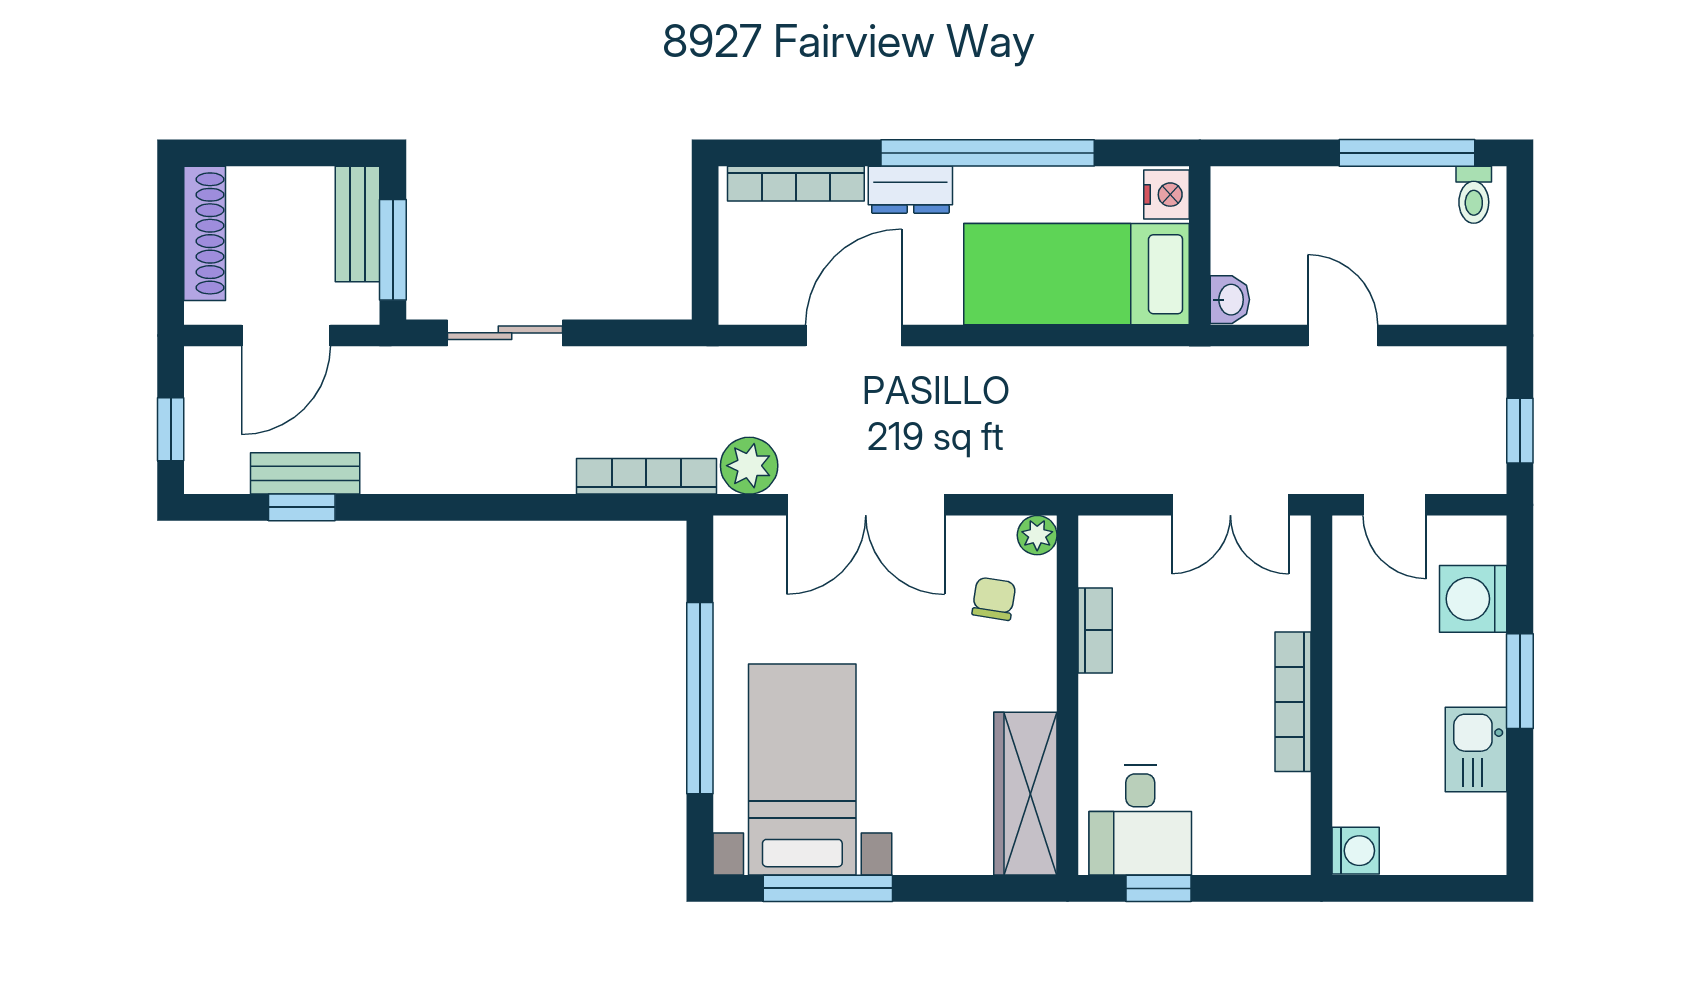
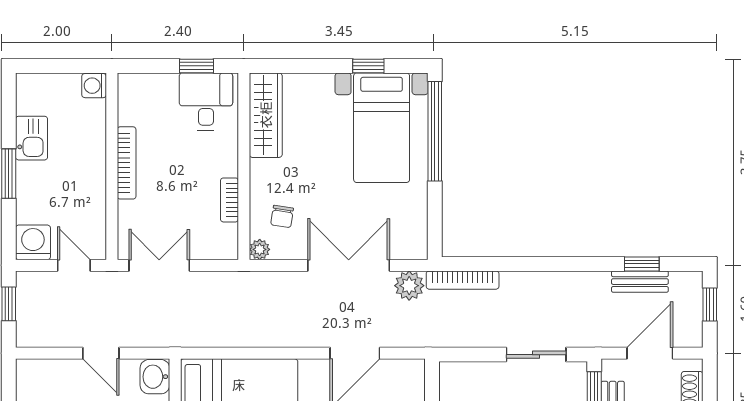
washbasin: (1230, 300) -> (155, 377), width x1.38, depth x1.45
washing machine: (1473, 599) -> (33, 242), moved, turned -90
window: (700, 698) -> (435, 131), moved
window: (828, 888) -> (368, 66), width x0.46

